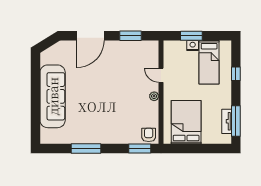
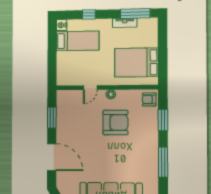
window: (191, 36) -> (52, 58), removed
nightstand: (193, 45) -> (62, 25), moved
armchair: (125, 101) -> (116, 123), added
tv unit: (227, 121) -> (125, 23), moved
window: (140, 149) -> (163, 120), moved

